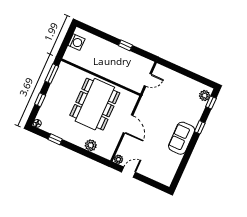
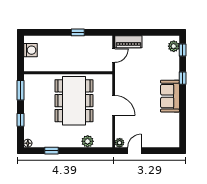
piano: (166, 74) -> (128, 42), added

